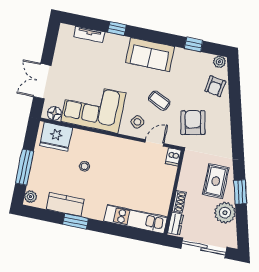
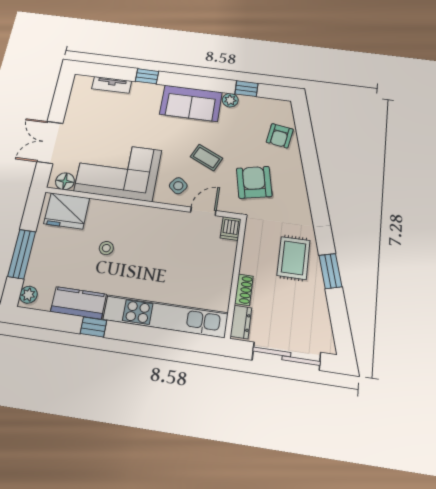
plant: (219, 62) -> (230, 100), moved
plant: (225, 213) -> (312, 302), removed
kitchen unit: (136, 219) -> (165, 316), width x1.36
window: (76, 221) -> (93, 327), width x0.67

